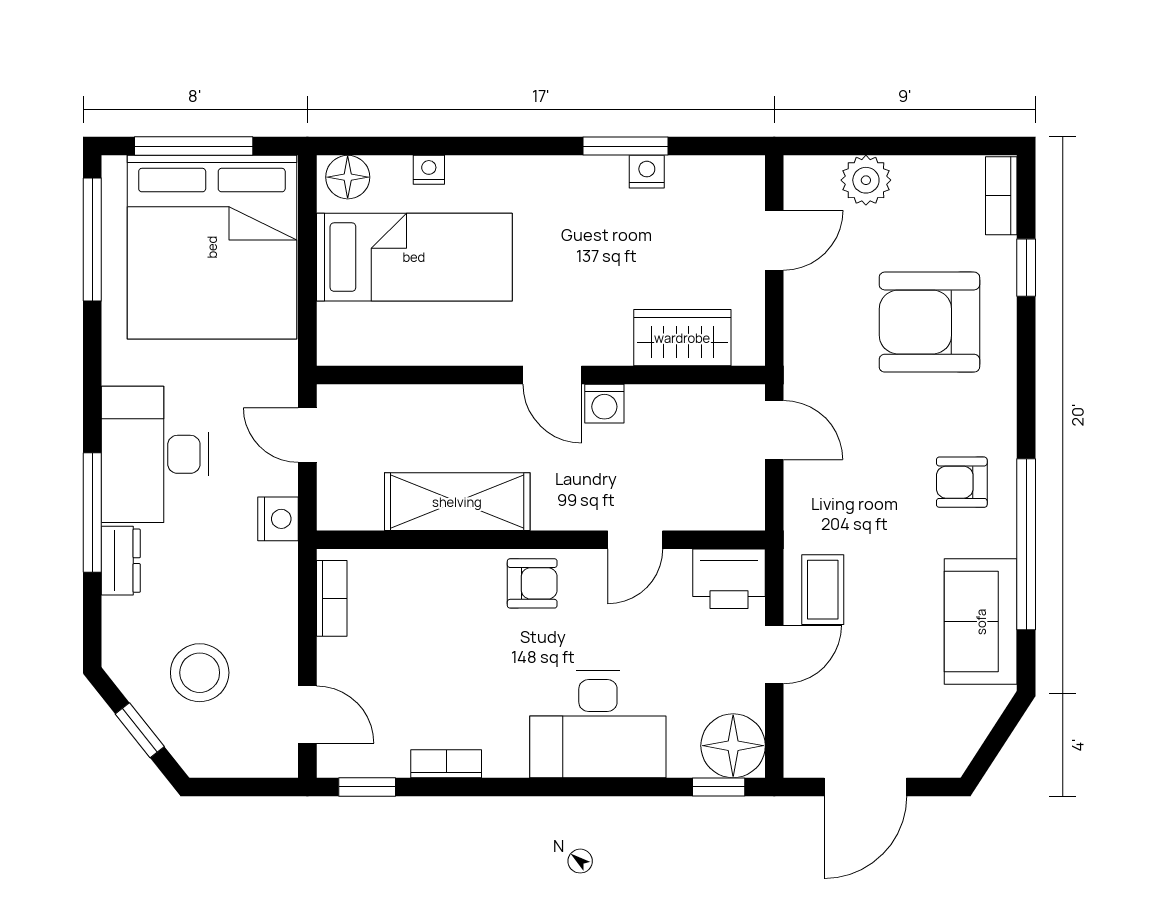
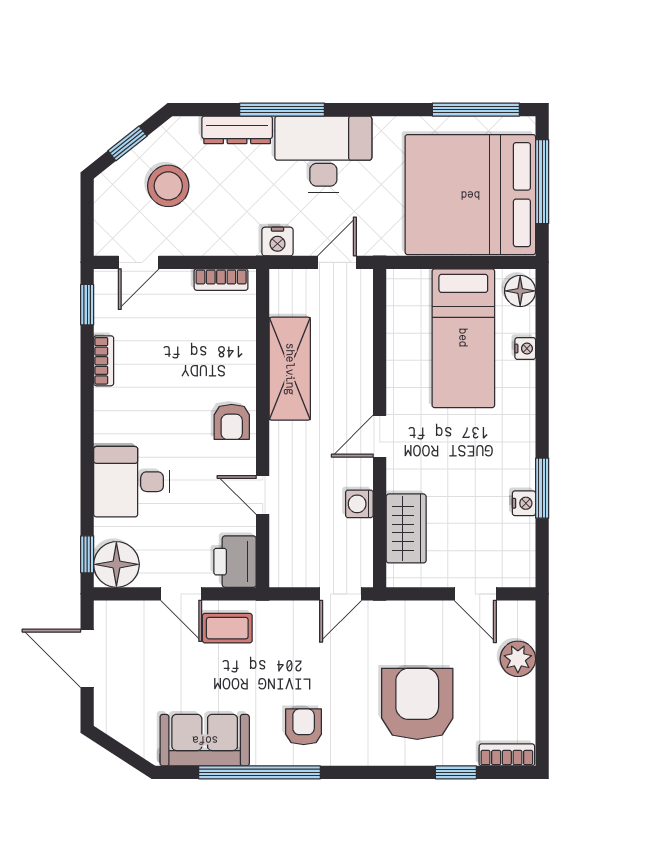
washing machine: (604, 404) -> (359, 504), moved
dresser: (121, 561) -> (237, 130), width x1.44
desk: (598, 724) -> (132, 482), width x0.73

